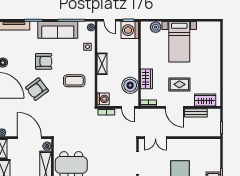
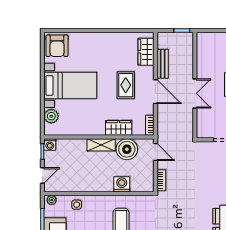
washing machine: (130, 30) -> (50, 145), width x0.53, depth x0.53
armchair: (210, 32) -> (57, 46), added
shelving: (102, 64) -> (101, 145), moved
washing machine: (103, 99) -> (122, 184), moved
door: (128, 107) -> (155, 152), hinge flipped
door: (174, 107) -> (155, 92), hinge flipped
double door: (155, 138) -> (195, 93), moved

